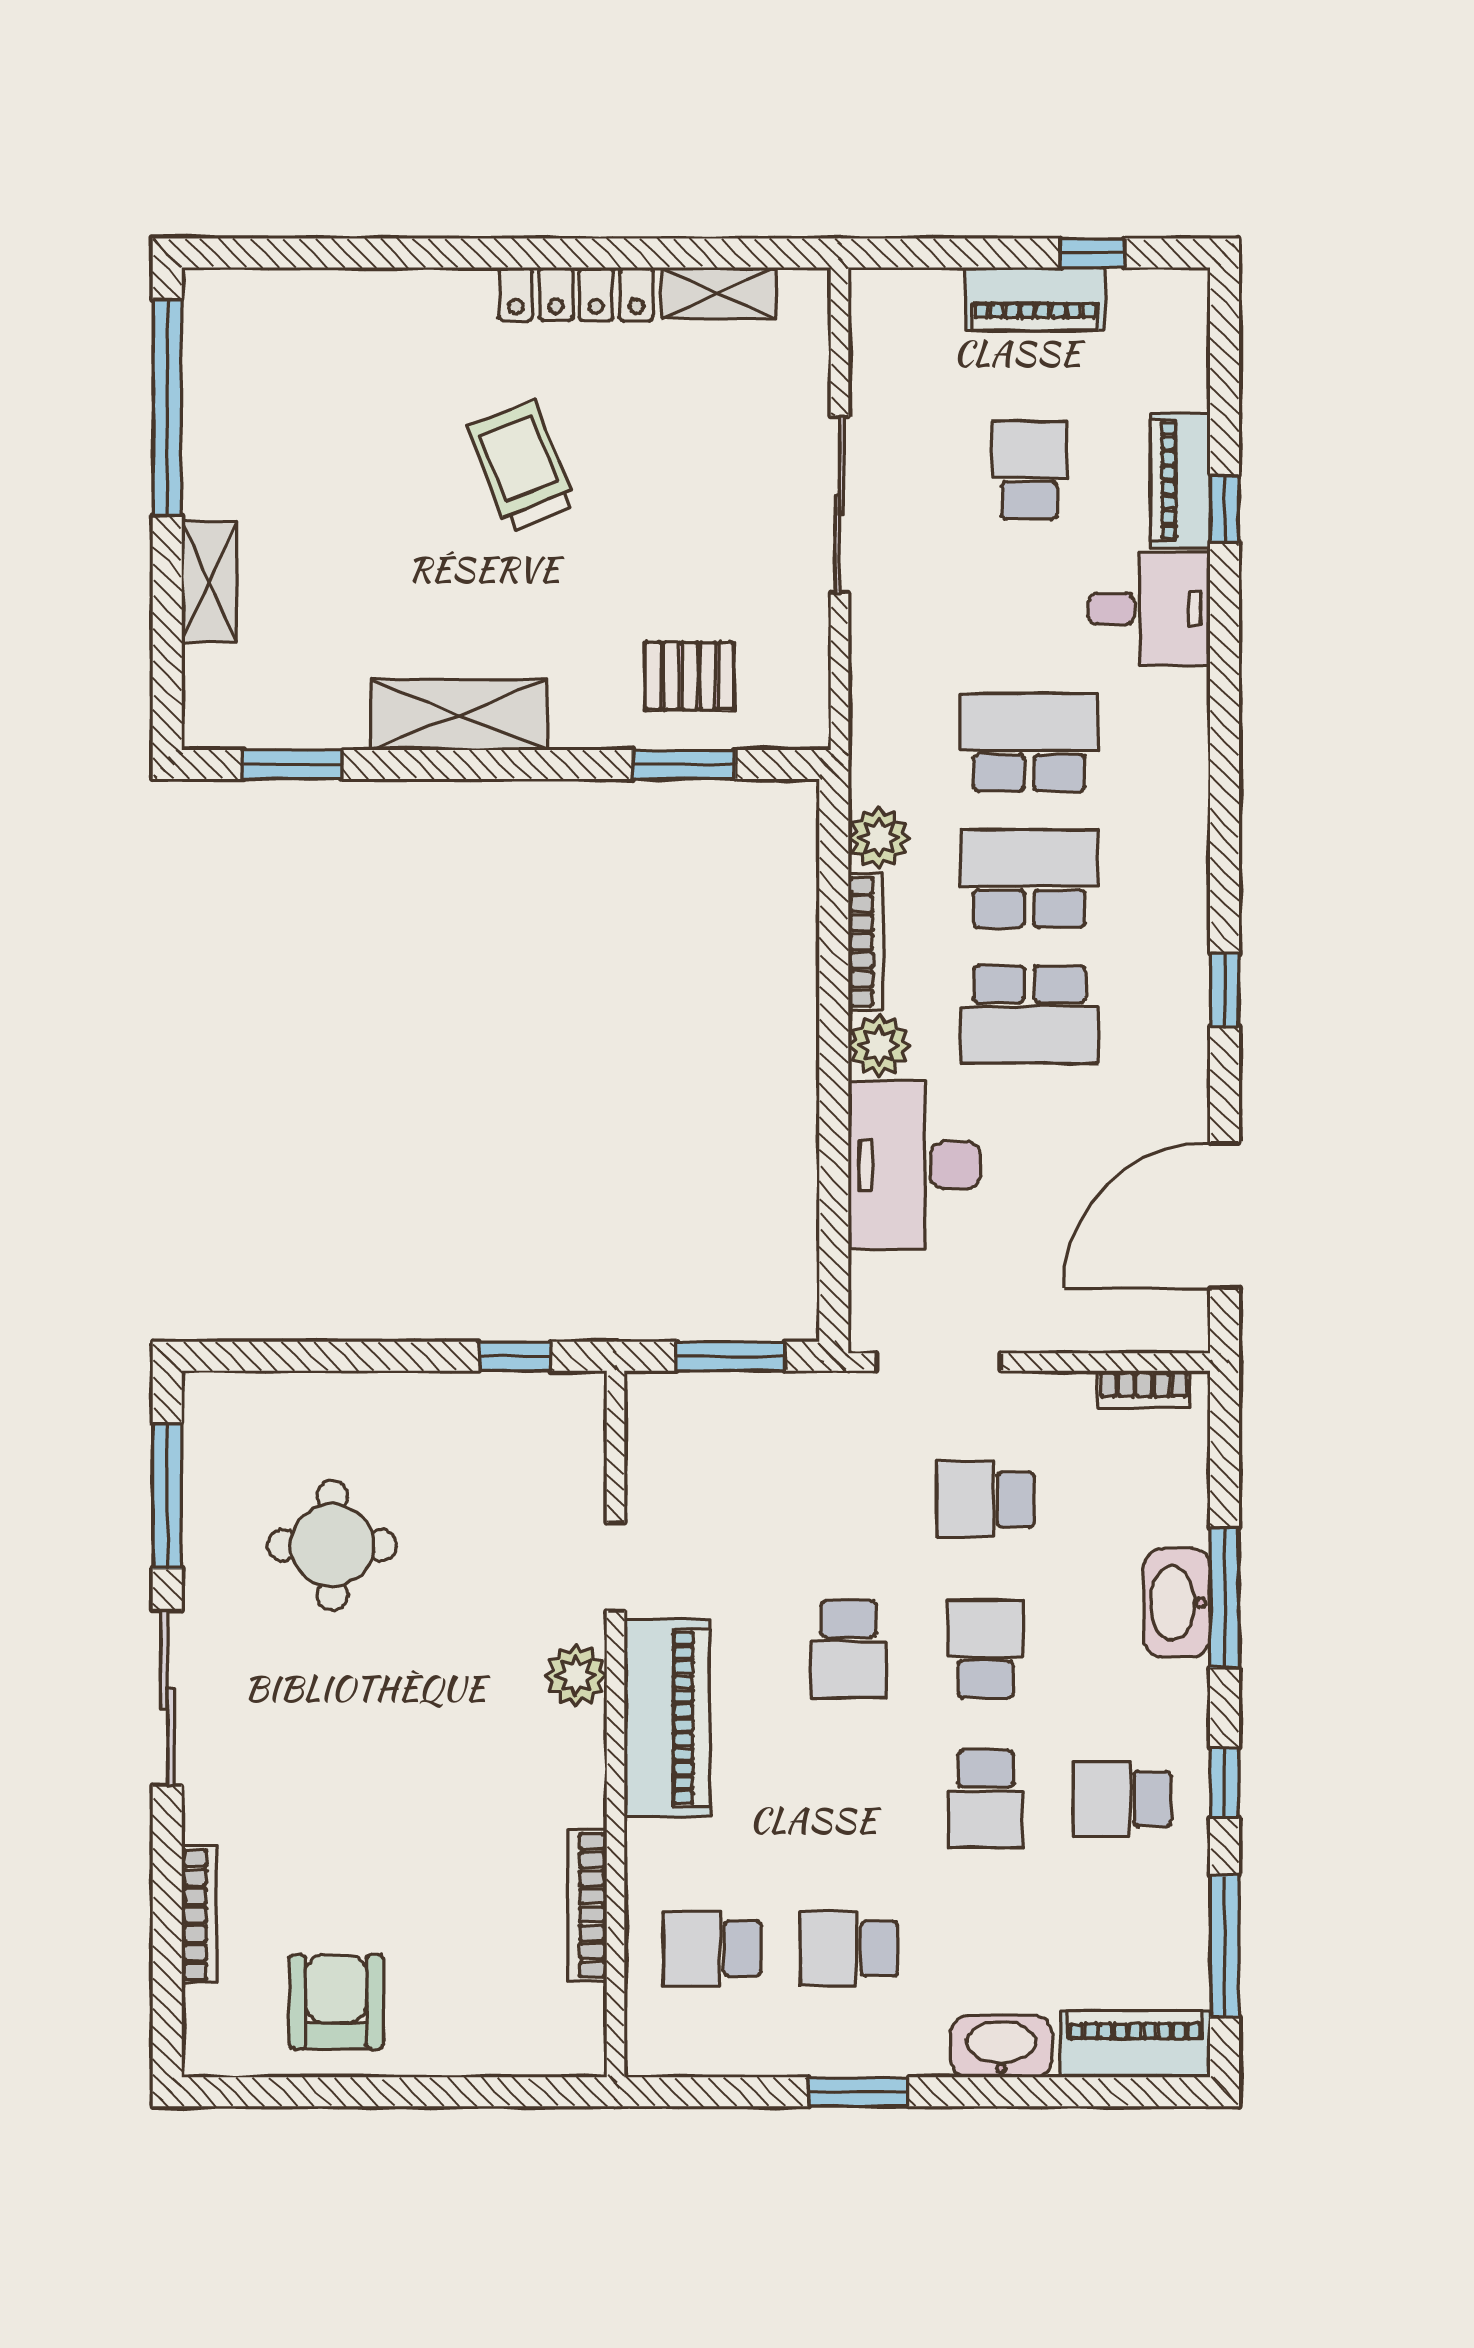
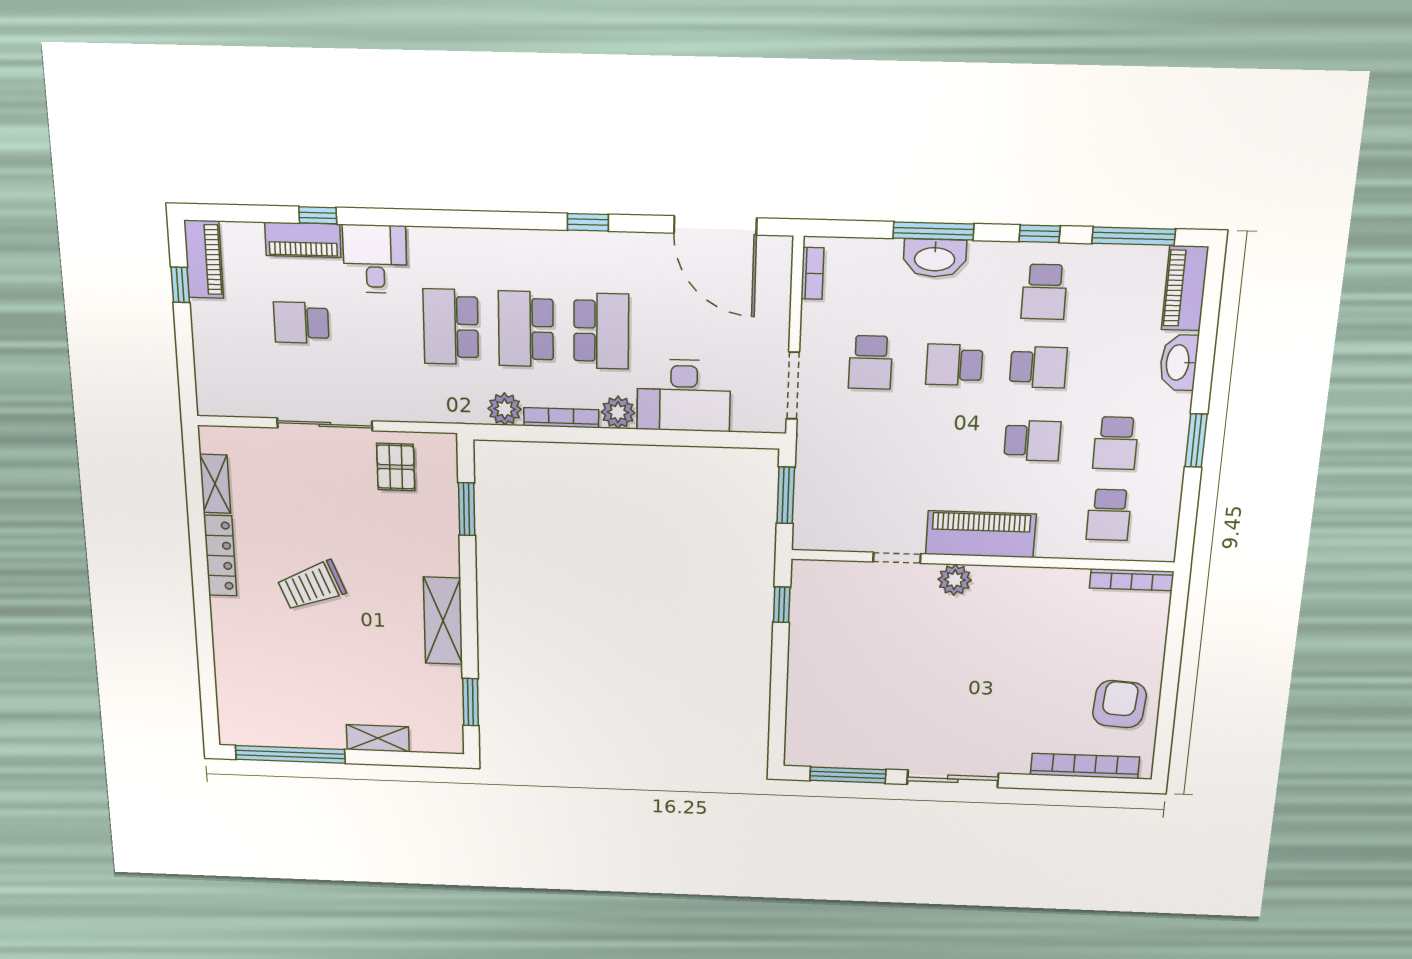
piano: (1035, 299) -> (204, 259), moved
pallet: (690, 676) -> (396, 467), moved
round table: (332, 1545) -> (878, 698), removed
school desk: (849, 1649) -> (1032, 441), moved
bookcase: (587, 1905) -> (1132, 580), moved
bookcase: (199, 1915) -> (1085, 766), width x1.48, depth x1.31
armchair: (336, 2002) -> (1119, 704), turned 94

